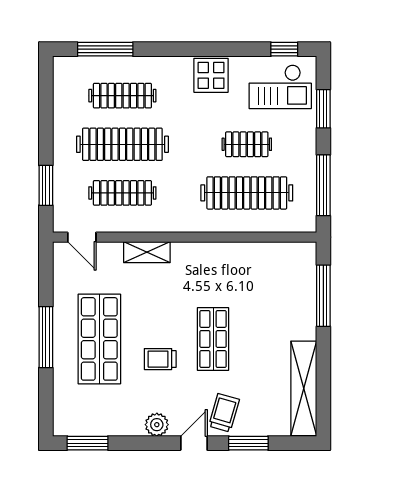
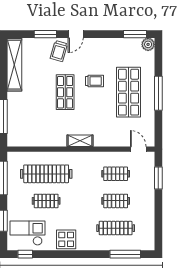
clothes rail: (122, 144) -> (116, 201), width x0.54, depth x0.76
clothes rail: (122, 193) -> (116, 174), width x0.73
shelving: (147, 252) -> (80, 141), moved
plant: (157, 425) -> (148, 44), moved

